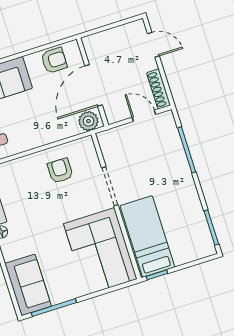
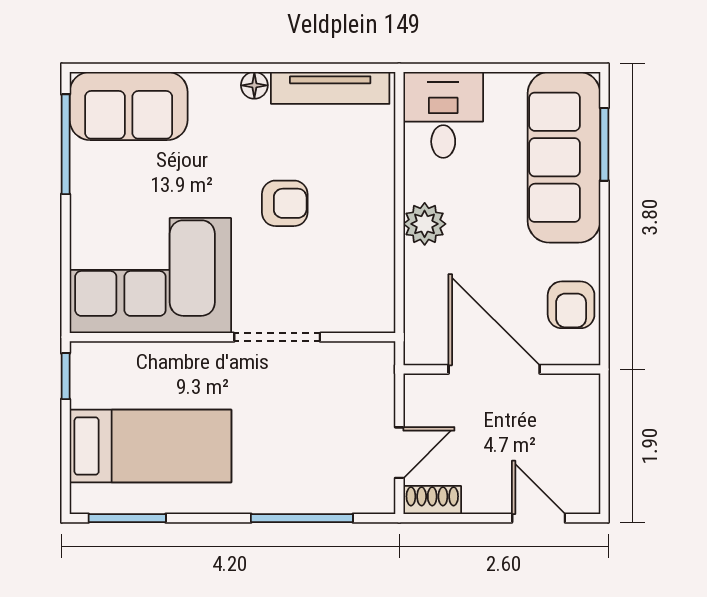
door: (153, 45) -> (539, 518), swing flipped
shoe rack: (159, 89) -> (432, 500), width x0.70
plant: (88, 121) -> (425, 224), moved
armchair: (60, 171) -> (285, 203), moved
bed: (147, 236) -> (150, 446), moved

